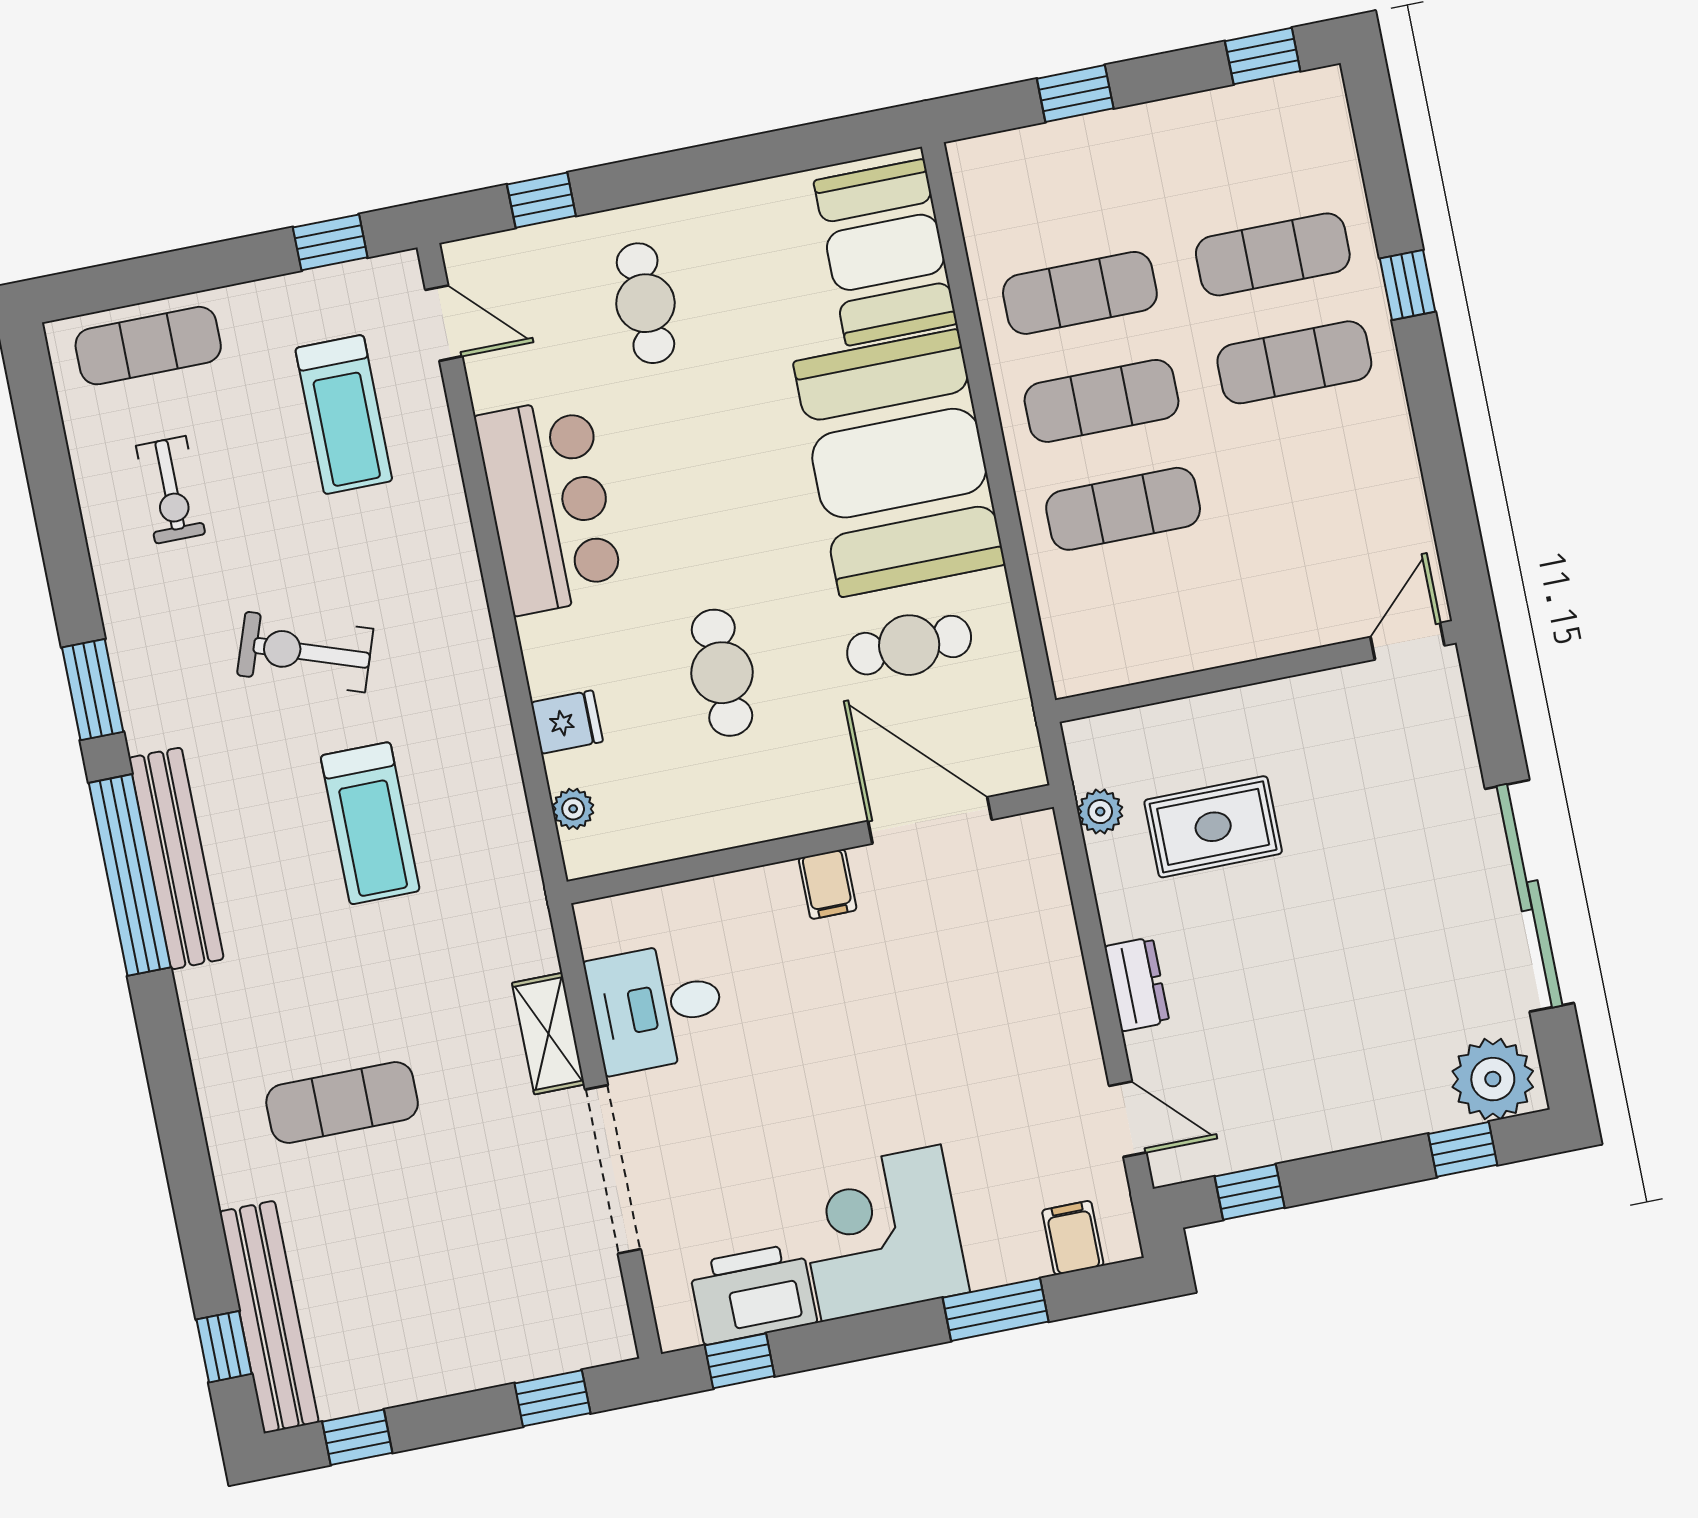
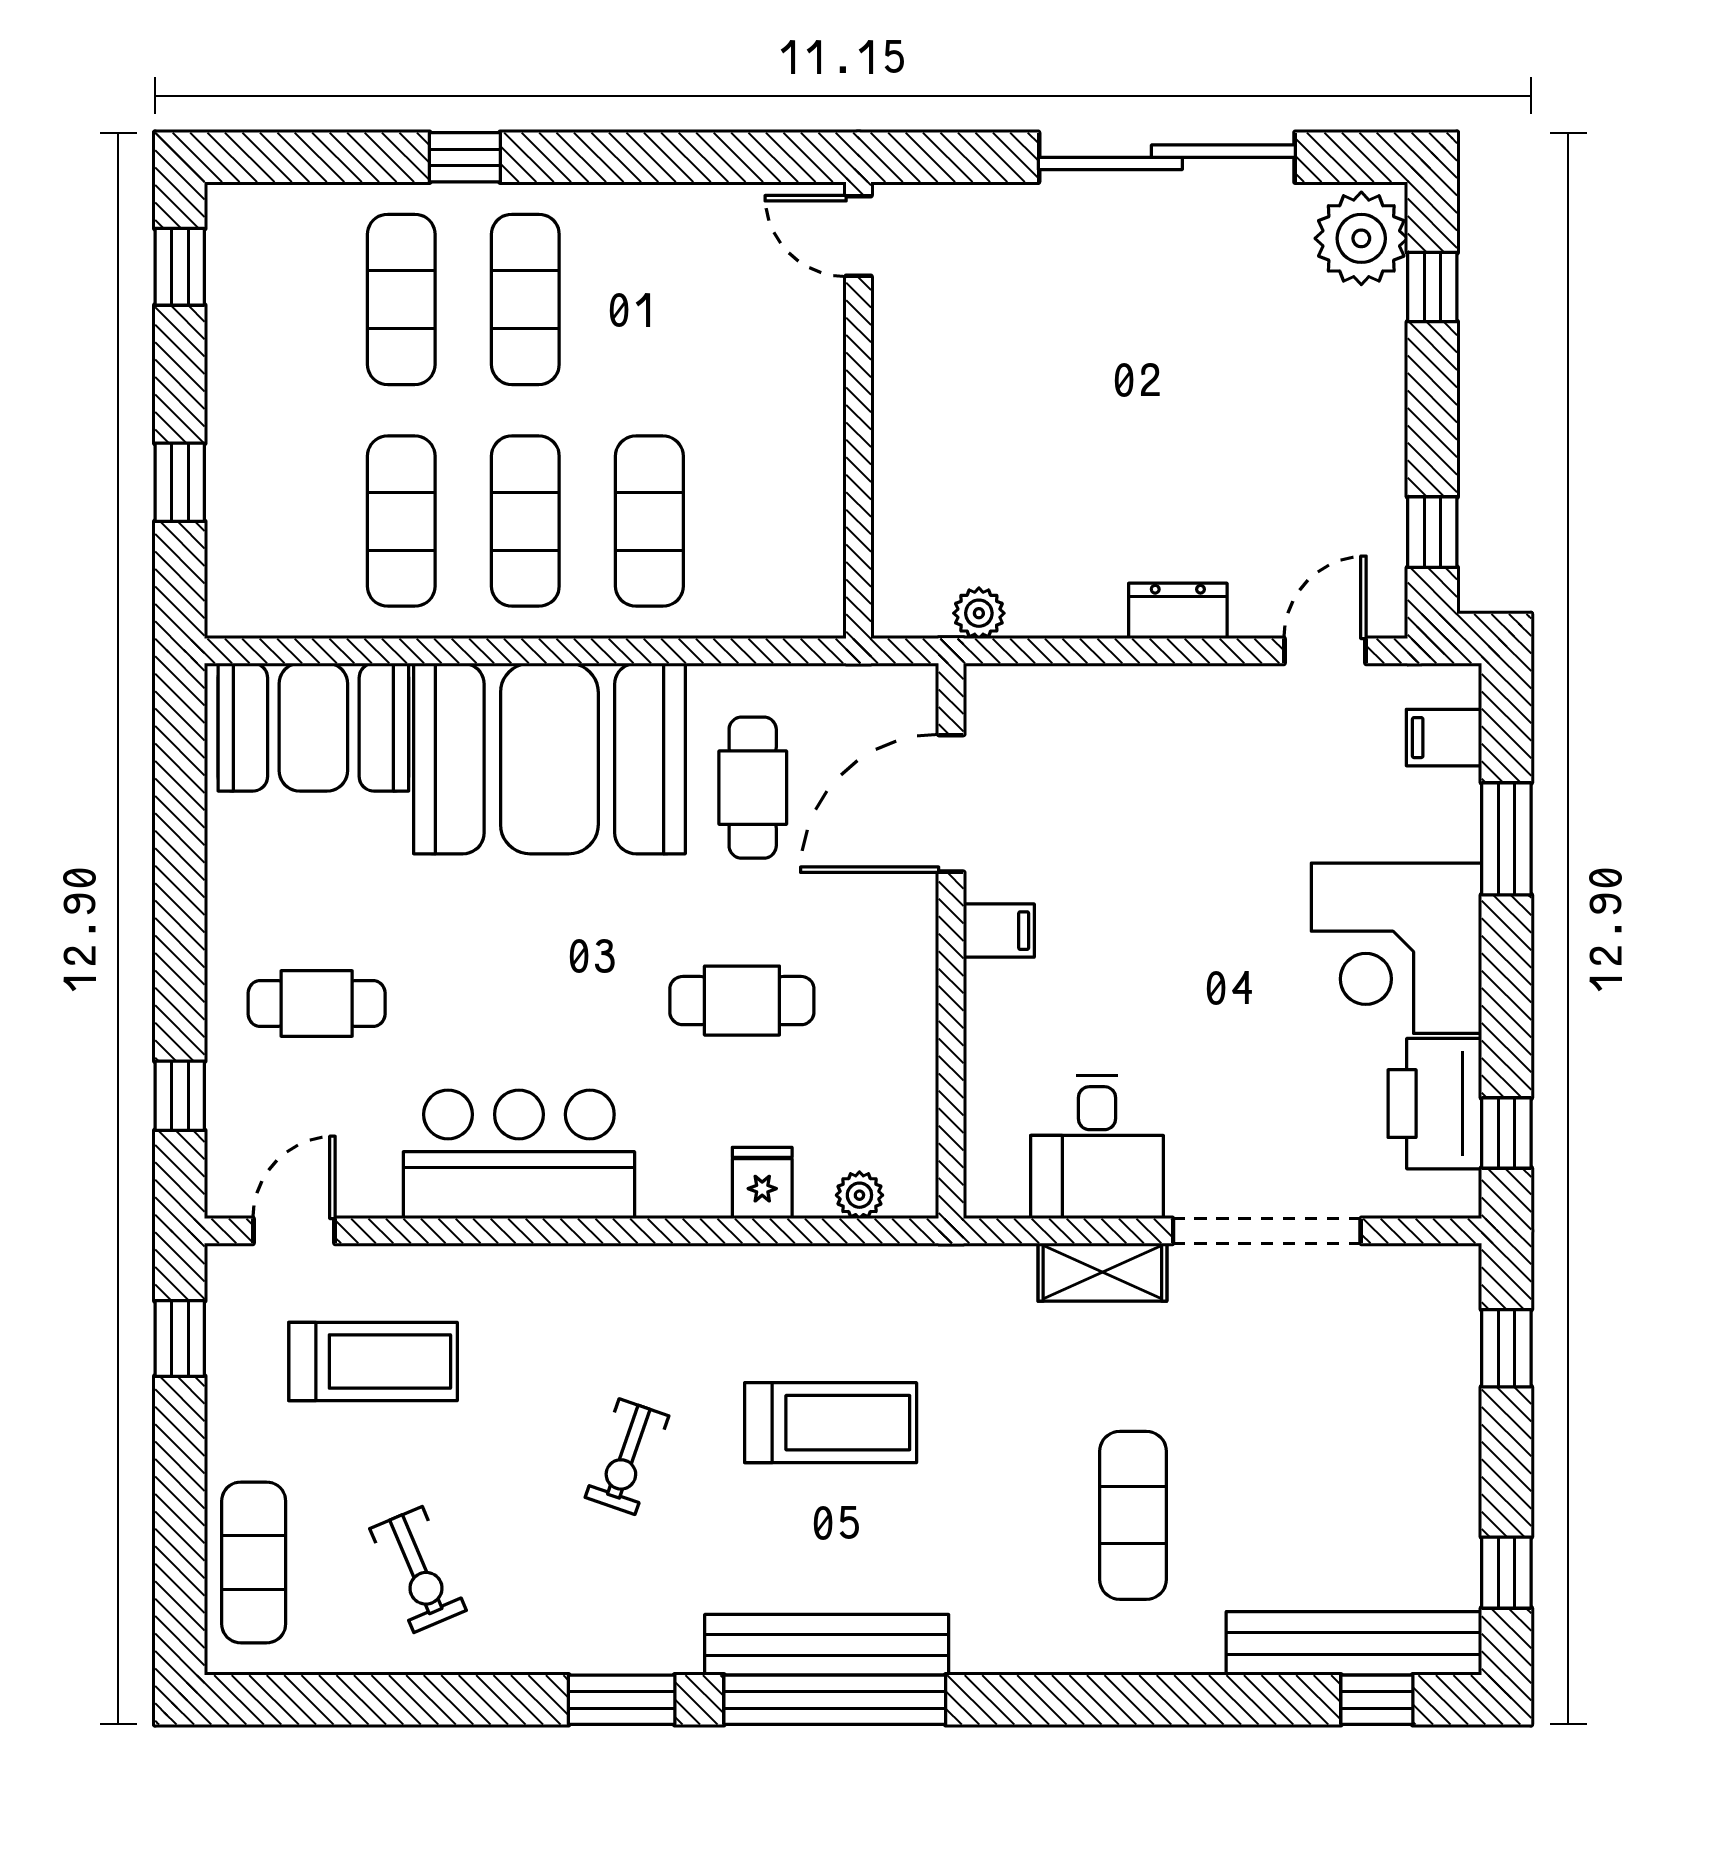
exercise bike: (171, 490) -> (418, 1569), turned 67
exercise bike: (305, 652) -> (627, 1457), width x0.73, depth x0.72
rug: (1213, 827) -> (1021, 492), removed

